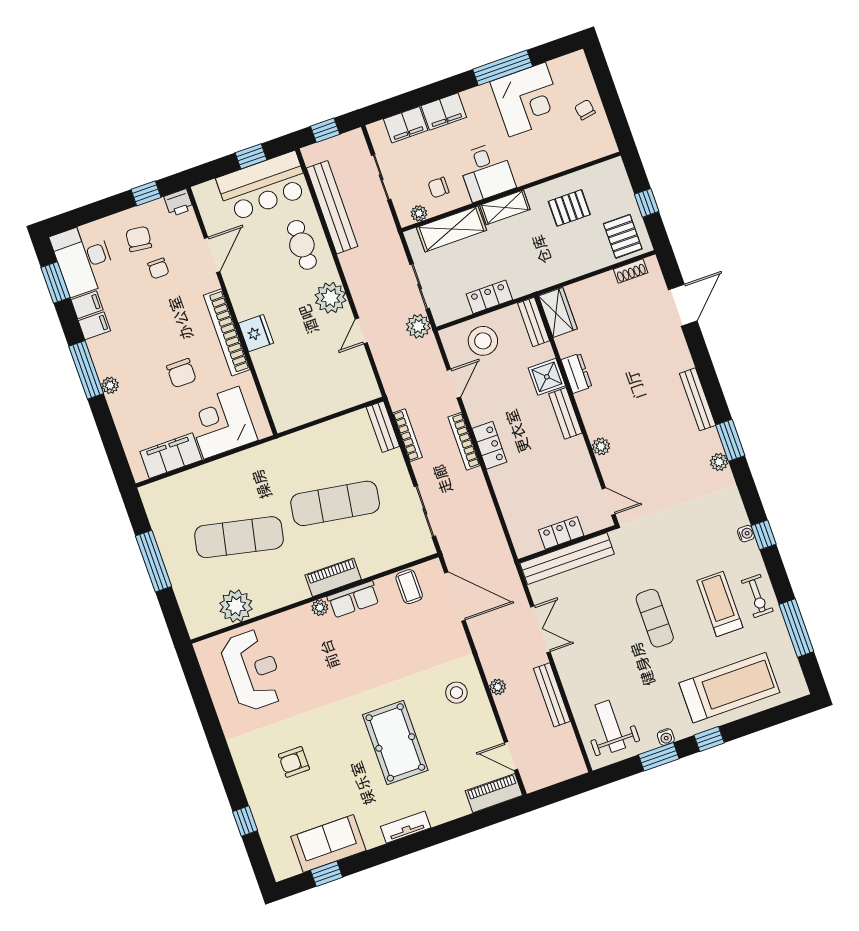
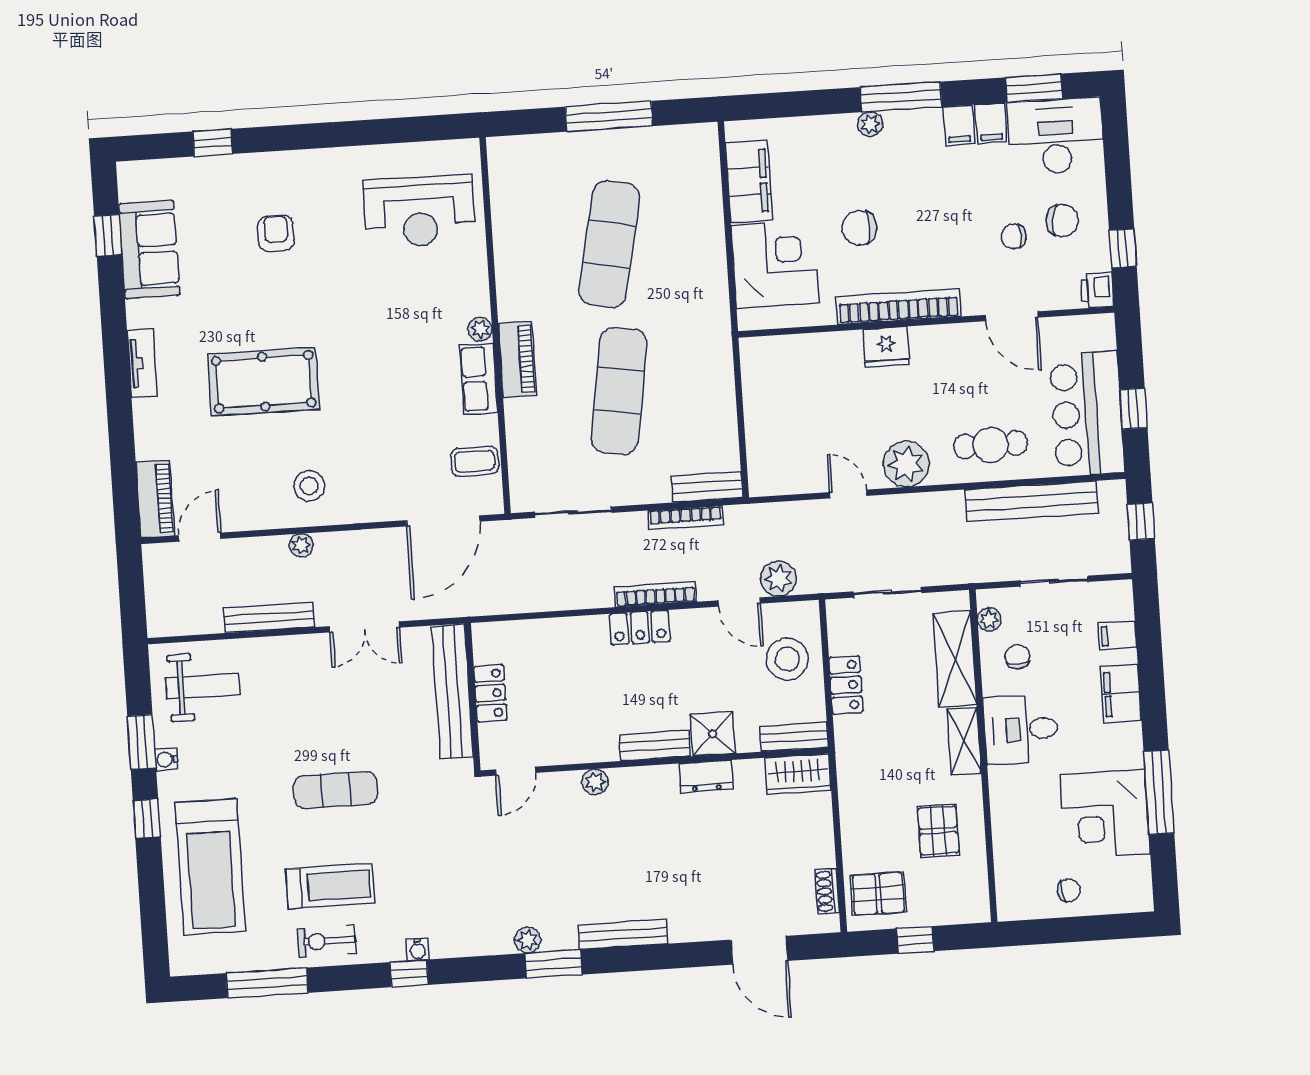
filing cabinet: (406, 125) -> (1117, 635), width x0.50
plant: (418, 326) -> (778, 579), moved
plant: (236, 606) -> (515, 213), removed

